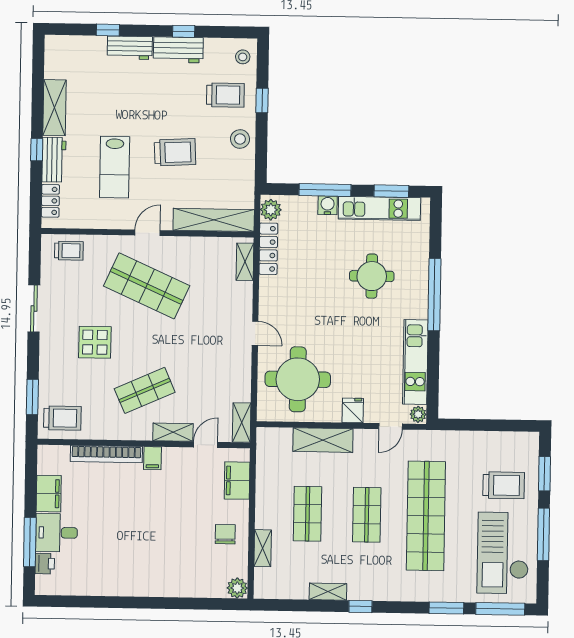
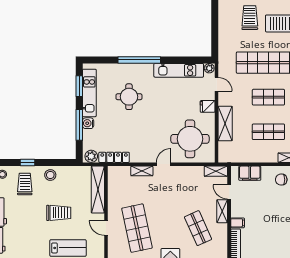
trolley: (175, 152) -> (59, 213), turned 93
shelving: (245, 262) -> (142, 171), moved
shop shelf: (147, 286) -> (137, 228), turned -36

